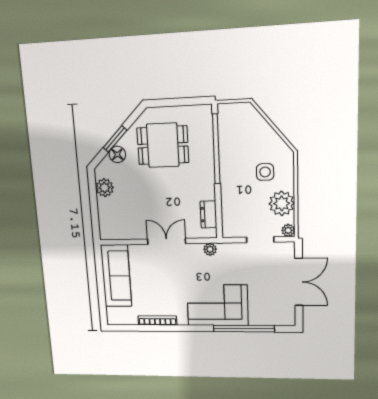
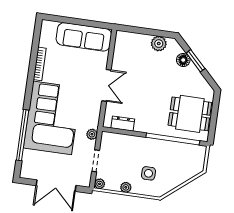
dining table: (163, 145) -> (190, 114), moved, turned 90
plant: (282, 203) -> (126, 187), width x0.53, depth x0.53
plant: (210, 249) -> (92, 134), moved
corner sofa: (217, 305) -> (52, 118), width x1.36, depth x1.36

